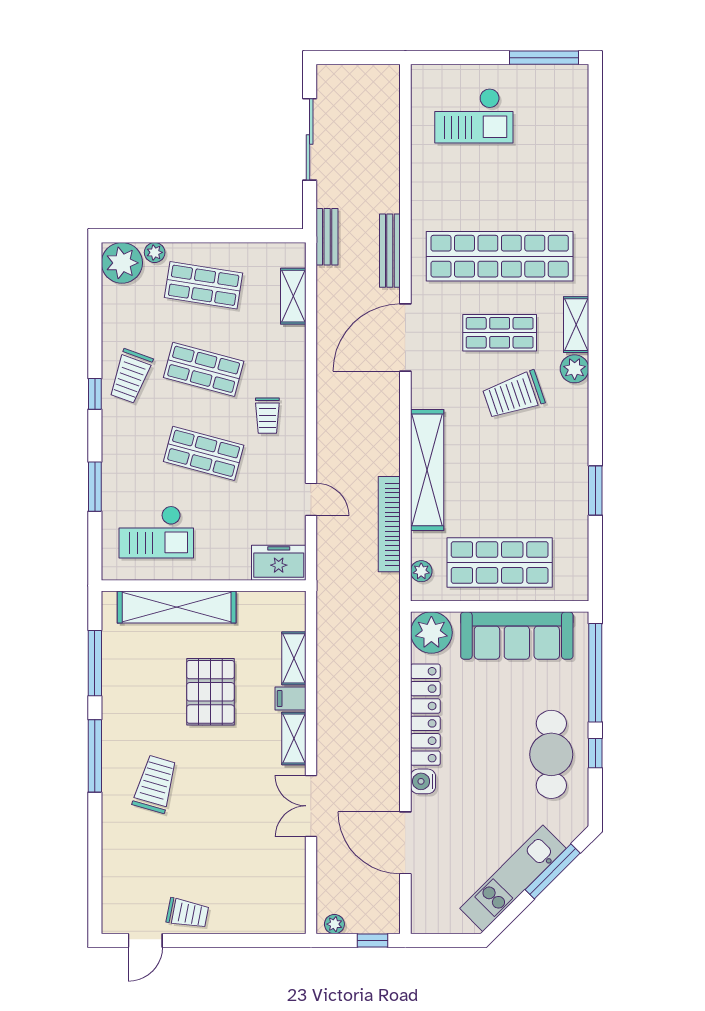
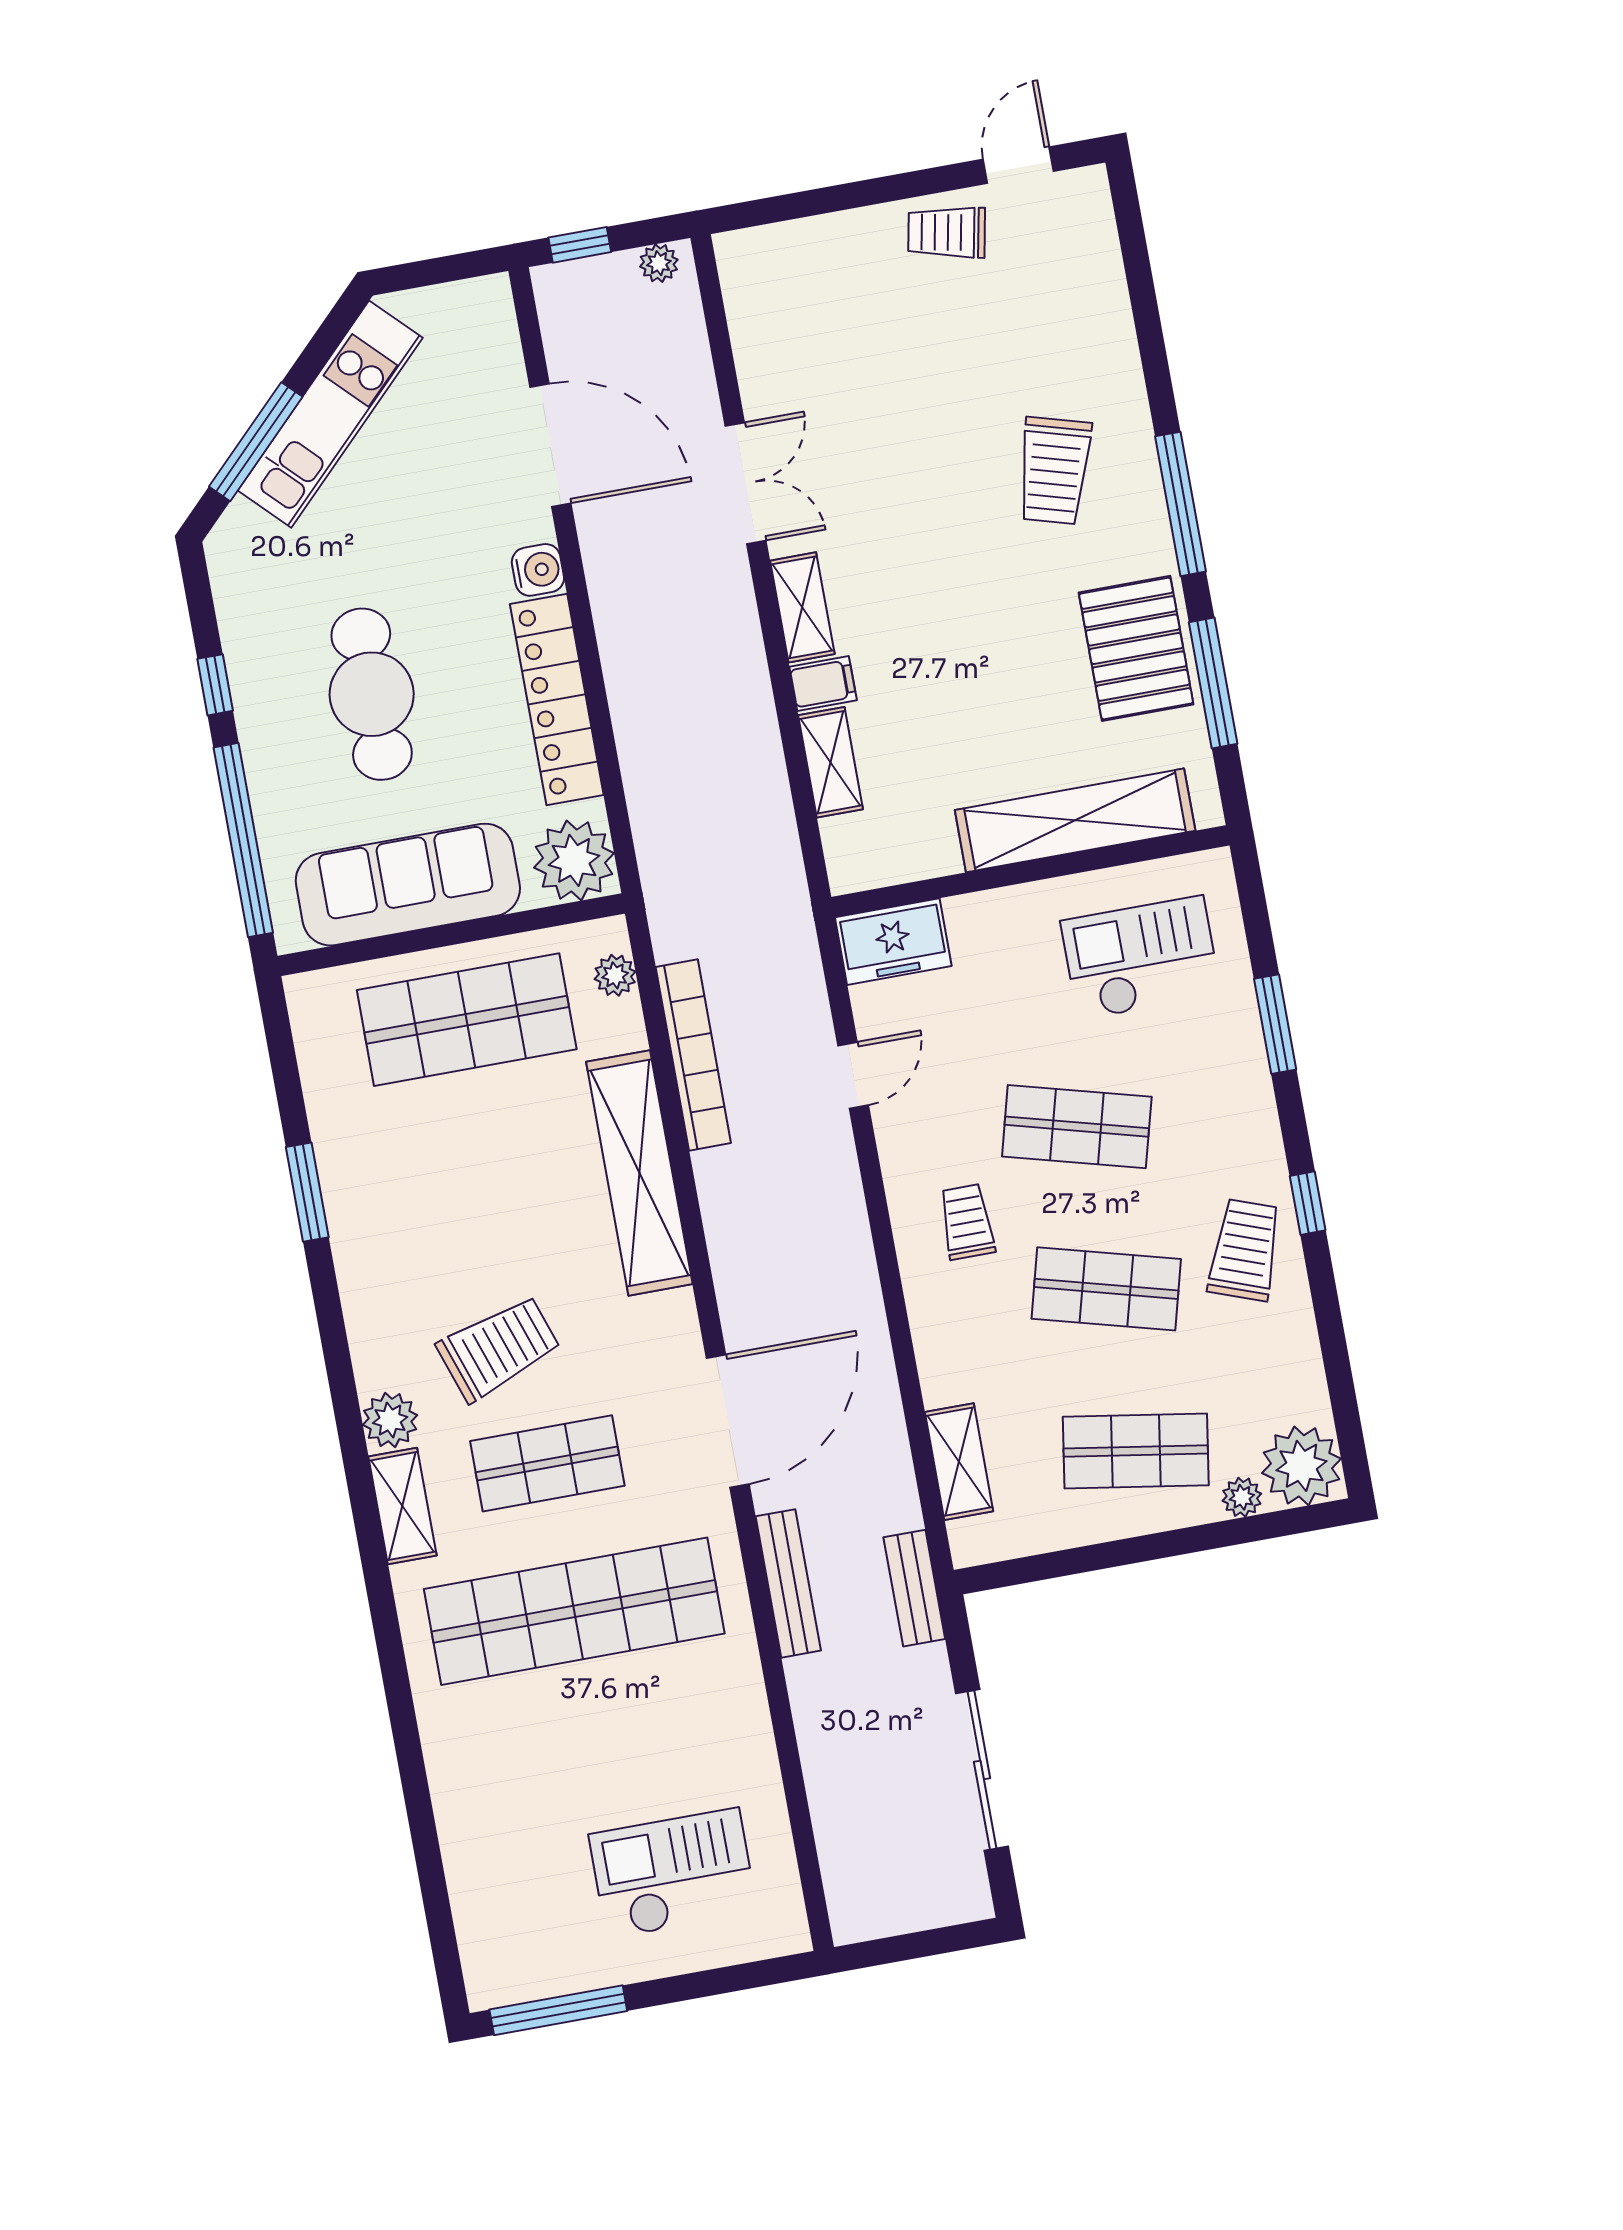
door: (311, 499) -> (853, 1075), swing flipped
pallet: (210, 692) -> (1136, 648), moved
cafe table: (551, 754) -> (372, 694), moved

